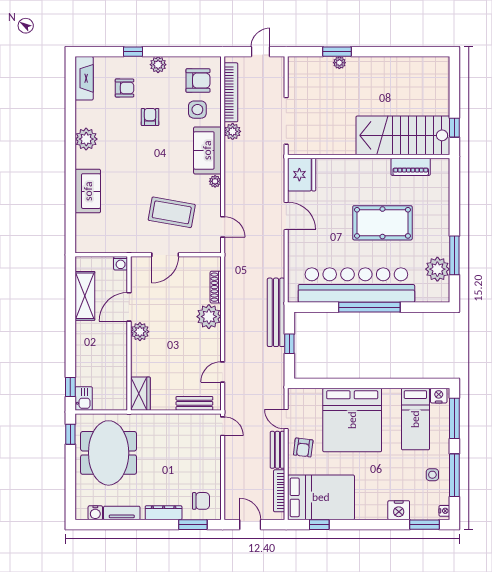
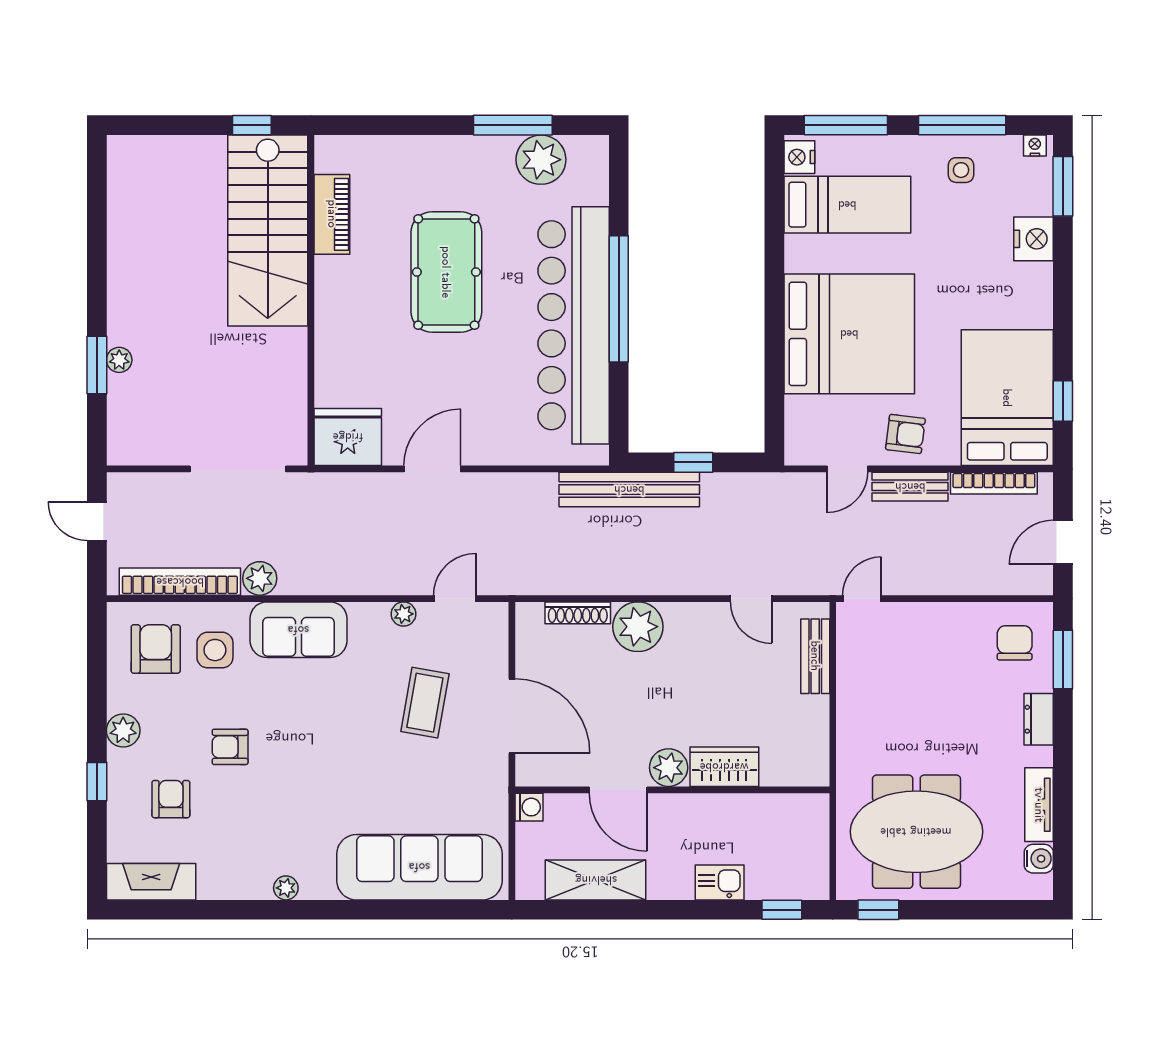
plant: (86, 139) -> (286, 888), width x0.53, depth x0.53
plant: (215, 181) -> (404, 614), moved
sofa: (88, 191) -> (419, 867), width x1.85, depth x1.27
coffee table: (172, 212) -> (425, 703), width x0.73, depth x0.76
door: (165, 255) -> (512, 716), width x1.36
wardrobe: (140, 394) -> (724, 767), moved
kitchen sink: (84, 399) -> (720, 882), moved
dresser: (164, 513) -> (1039, 719), width x0.70

